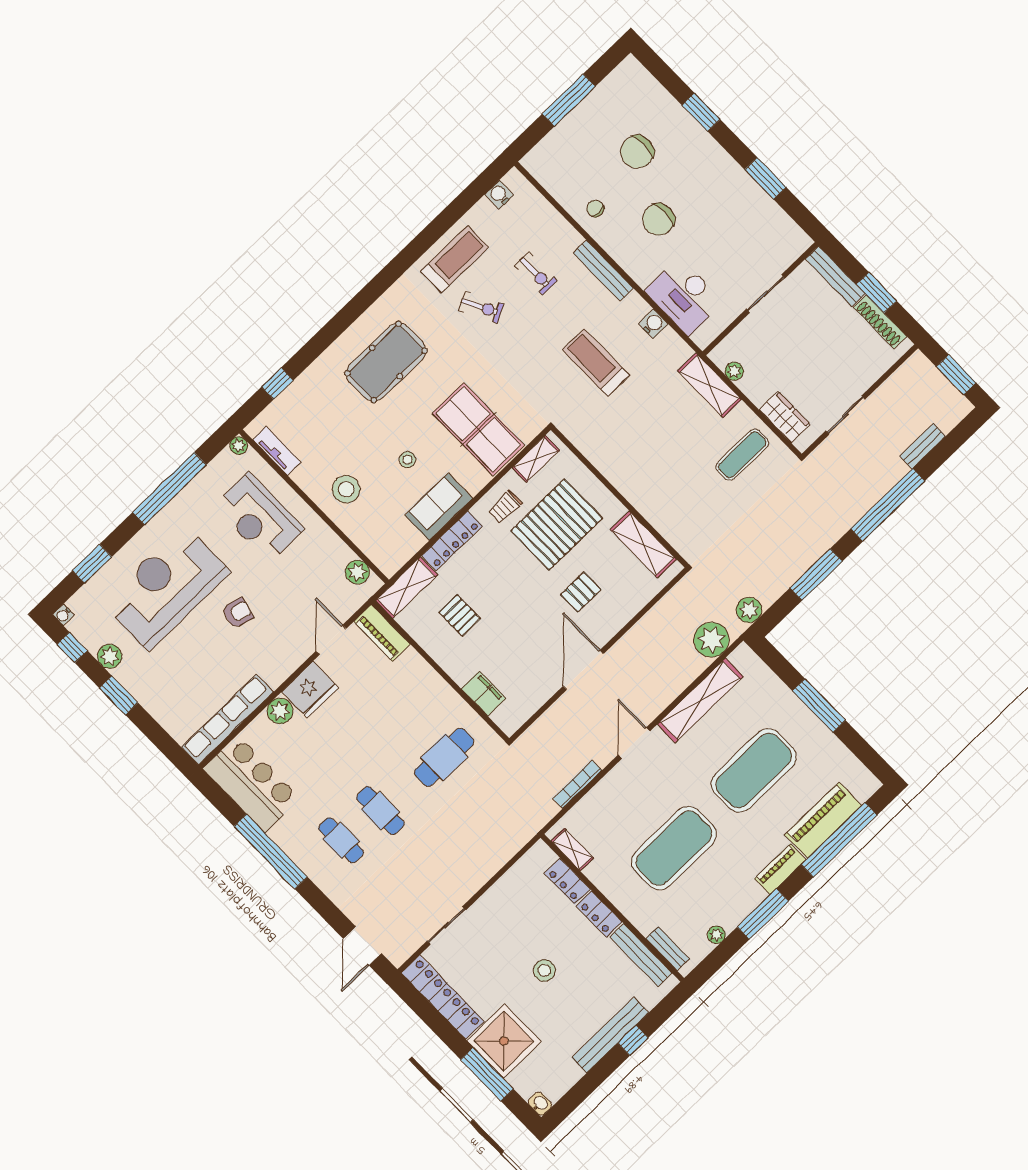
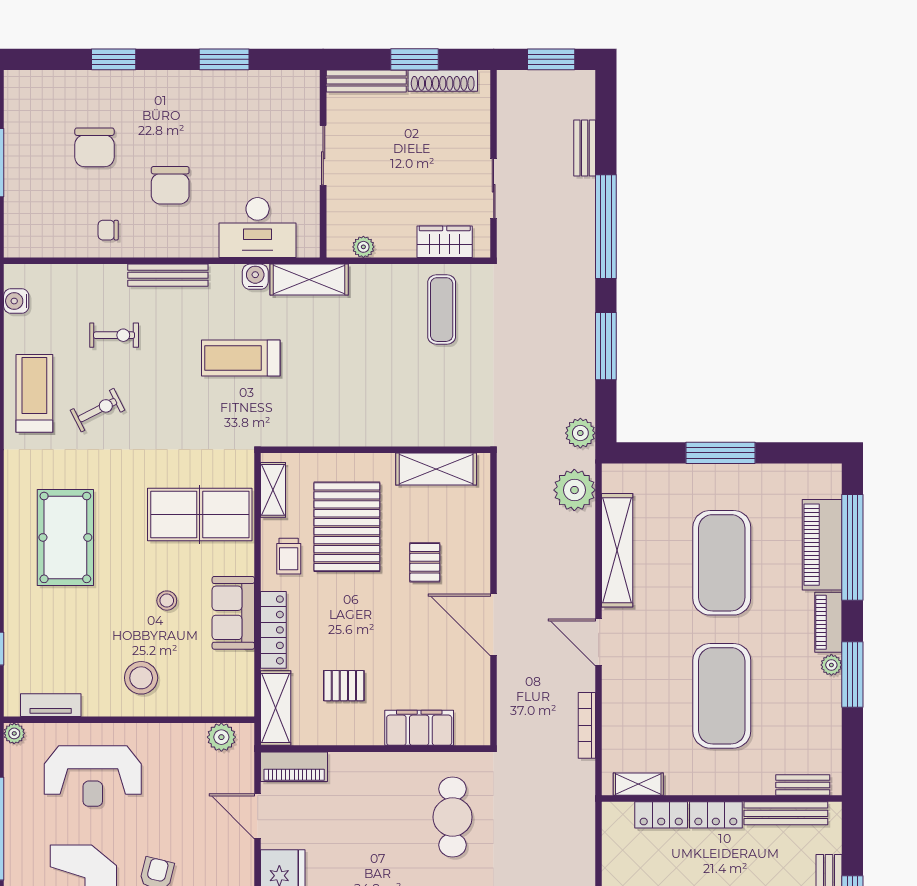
shelving: (709, 385) -> (309, 280), moved
filing cabinet: (483, 694) -> (419, 728), width x1.50, depth x1.17
plant: (716, 935) -> (831, 665), moved

